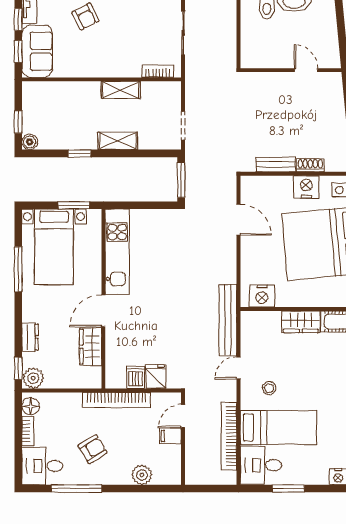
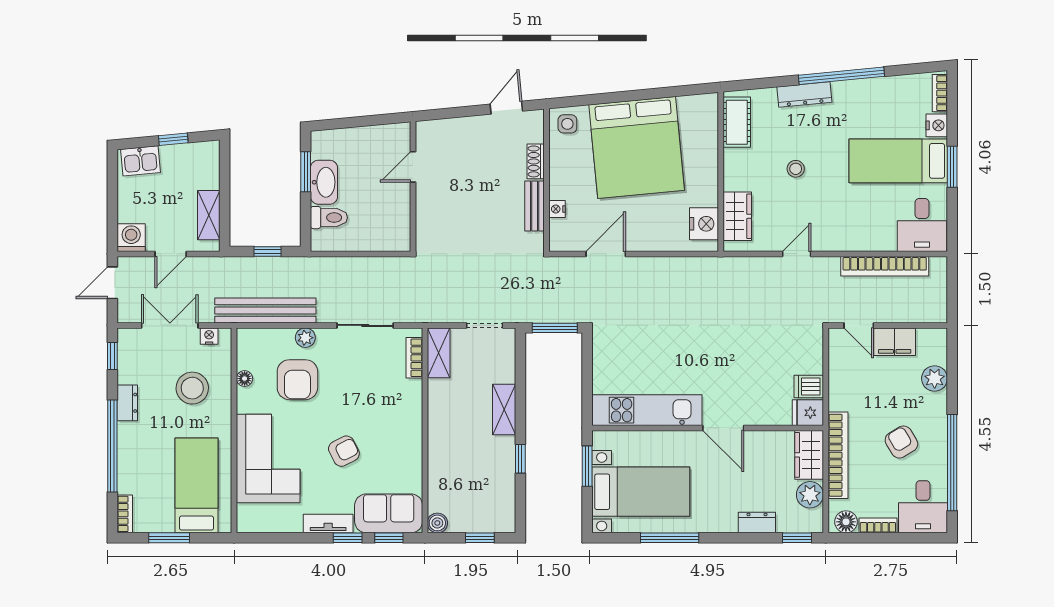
shelving: (121, 90) -> (439, 353), moved
boiler: (30, 142) -> (437, 523), moved
nightstand: (306, 187) -> (557, 209), moved, width x0.53, depth x0.56
bench: (228, 320) -> (735, 268), removed
wardrobe: (301, 322) -> (737, 216), moved
wardrobe: (90, 347) -> (809, 455), moved, turned 90
door: (239, 368) -> (797, 254), swing flipped
fridge: (156, 377) -> (808, 413), moved
plant: (33, 378) -> (810, 495), moved
stool: (269, 388) -> (796, 169), moved
bookcase: (116, 400) -> (838, 455), moved
bed: (278, 427) -> (898, 161), moved, turned -90
filing cabinet: (170, 436) -> (895, 342), width x2.00
window: (76, 489) -> (952, 463), width x1.46
window: (288, 489) -> (952, 167), moved

